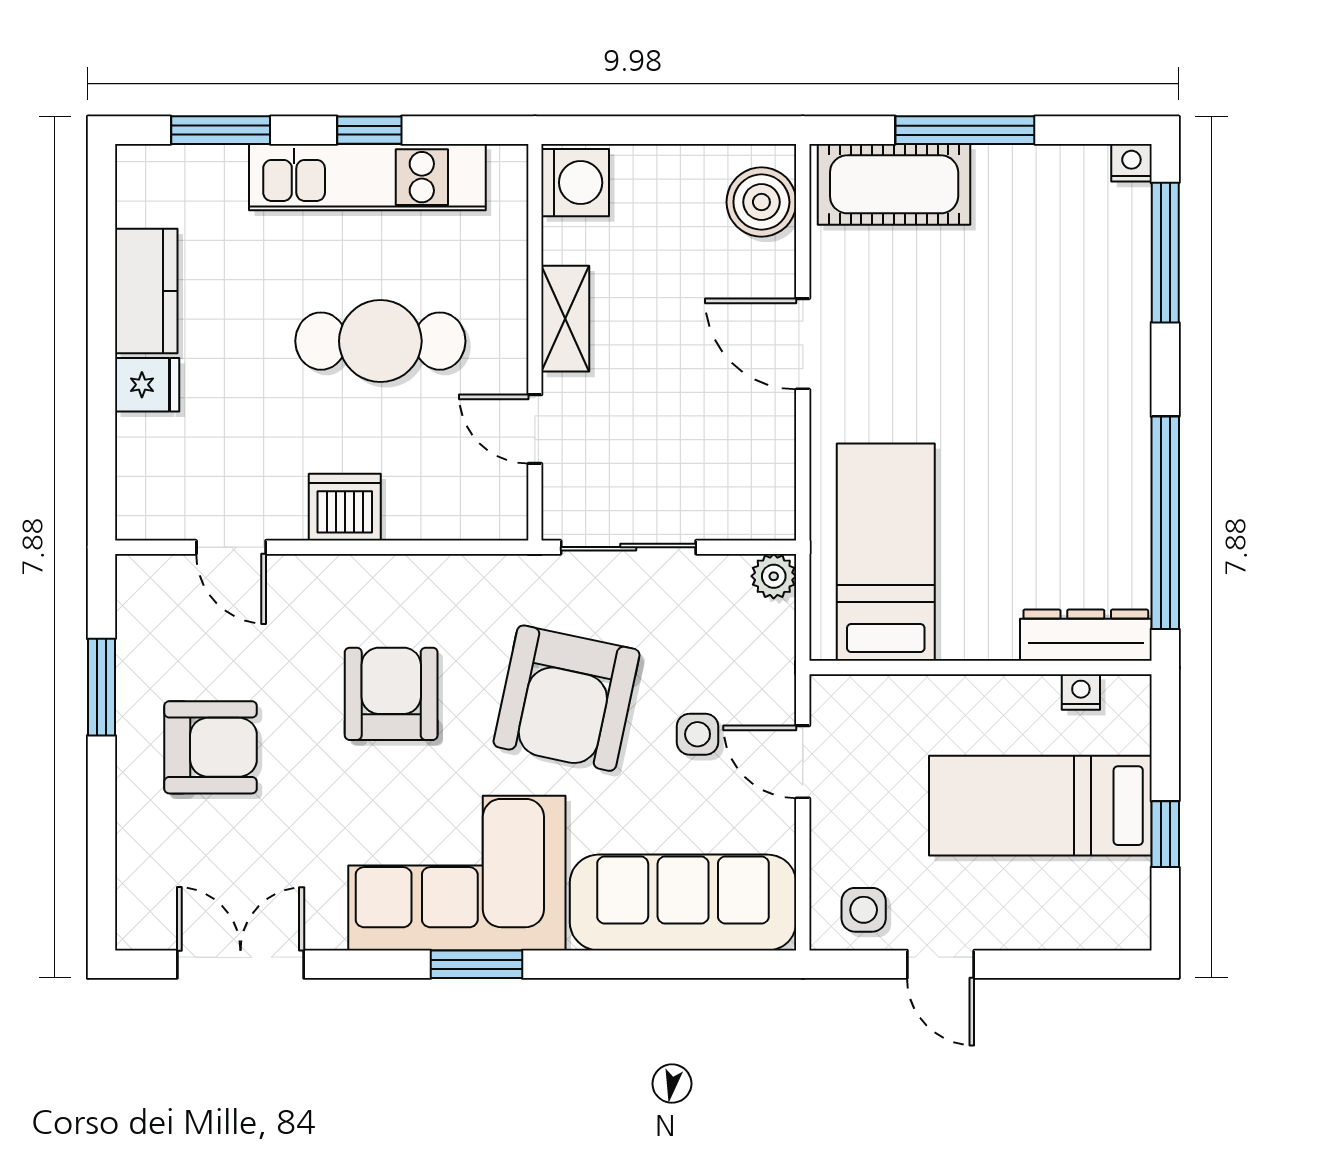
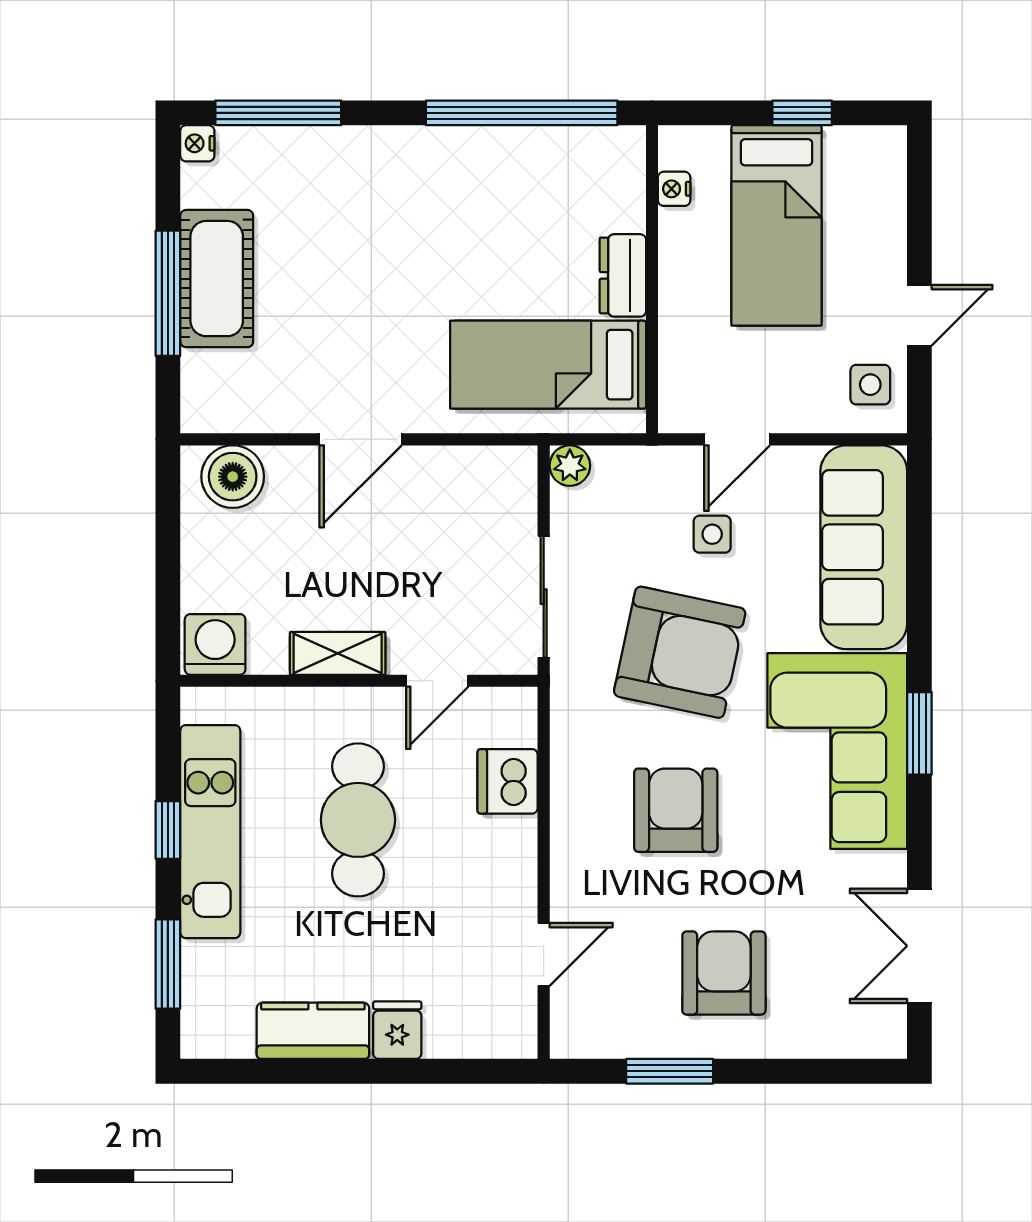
cot: (894, 184) -> (217, 279), moved
dishwasher: (345, 507) -> (508, 781), moved
dresser: (1086, 635) -> (623, 275), moved, width x0.70
armchair: (391, 694) -> (676, 810), turned 90

